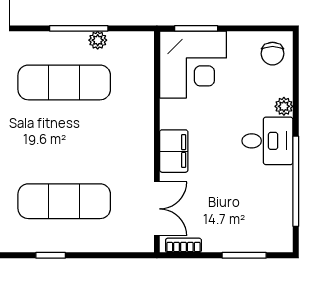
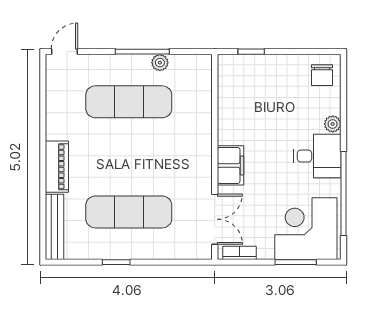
window: (196, 28) -> (251, 52), width x0.67
corner desk: (193, 65) -> (306, 229), moved, turned 180

